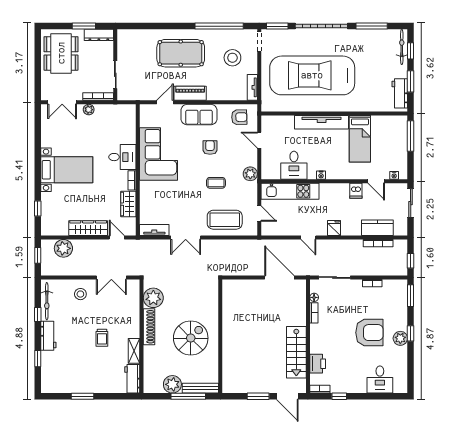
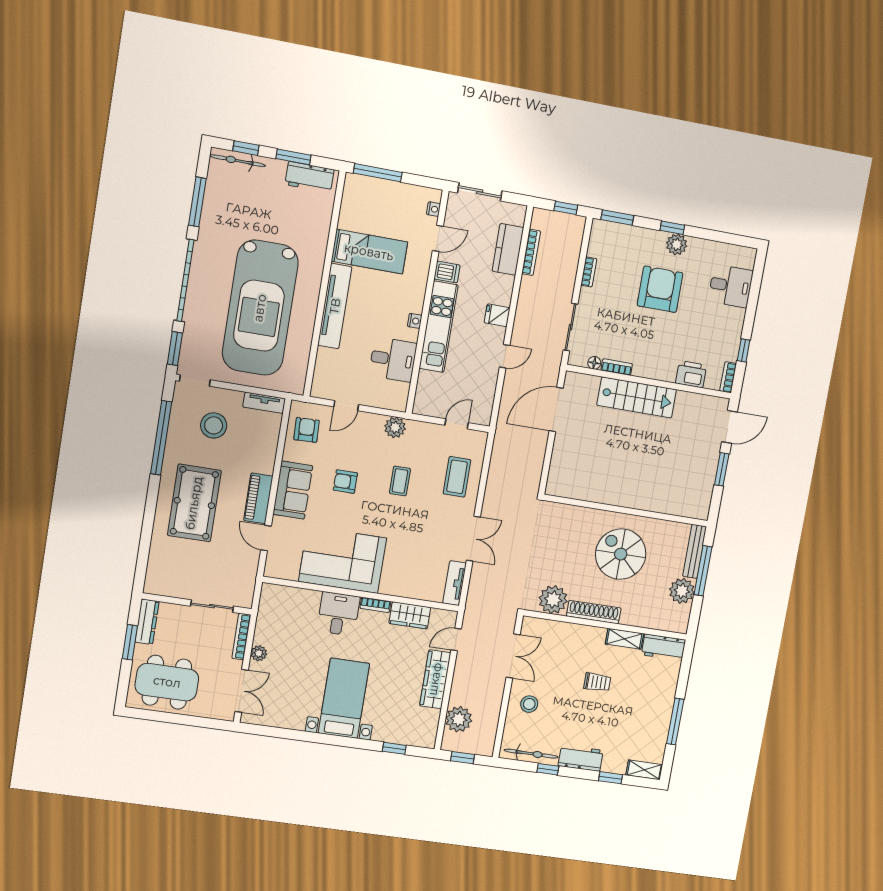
kitchen unit: (290, 191) -> (439, 327), moved
coffee table: (225, 220) -> (457, 477), width x0.73, depth x0.76
stairs: (296, 352) -> (637, 397), moved
shelving: (46, 381) -> (644, 770), added
window: (83, 396) -> (675, 722), width x1.44

